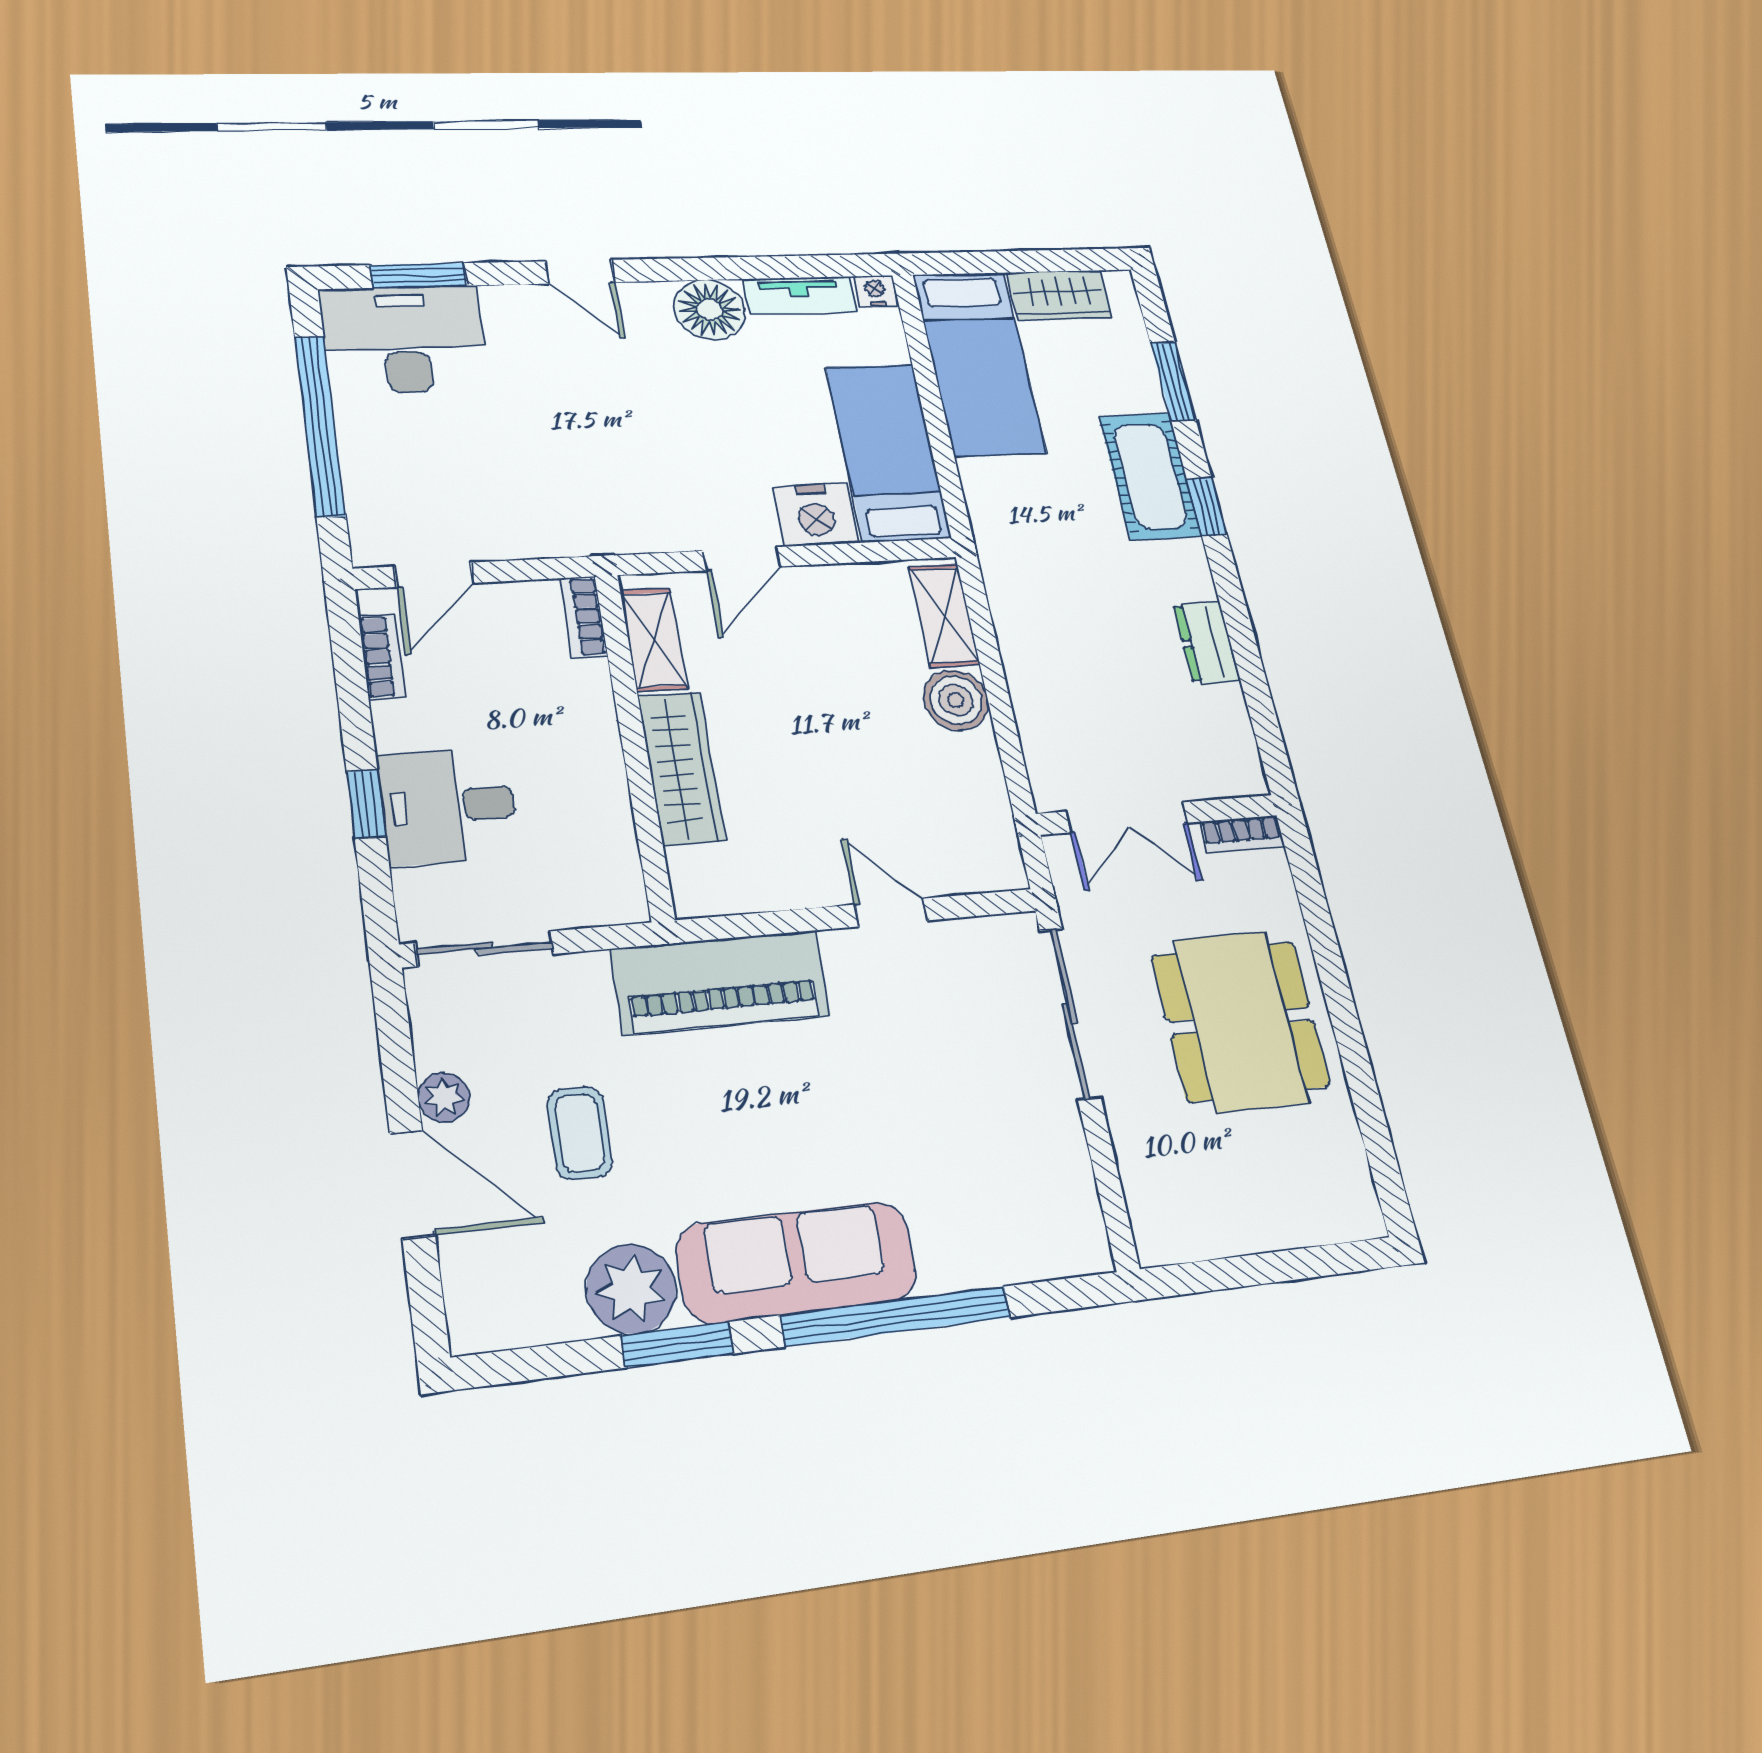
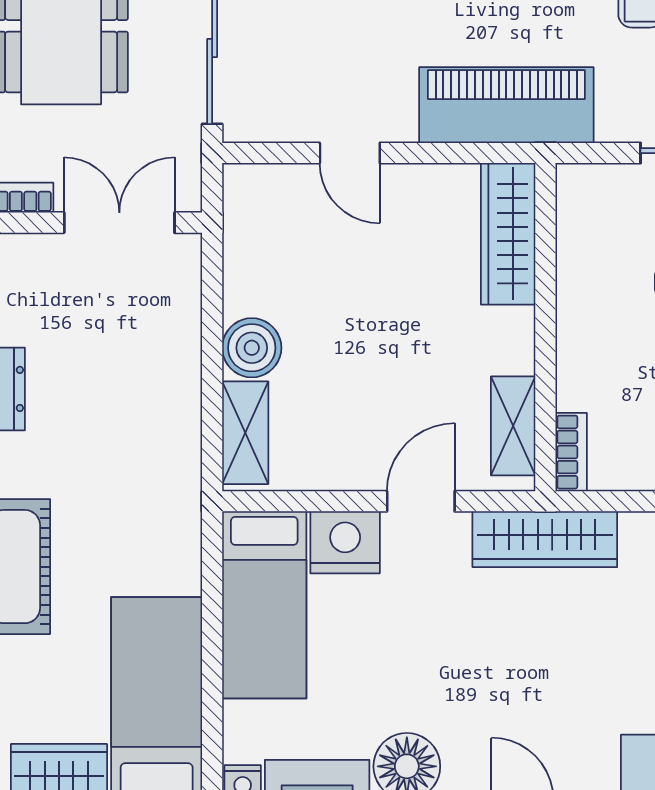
wardrobe: (599, 528) -> (545, 539), added
wardrobe: (681, 768) -> (508, 234), moved

